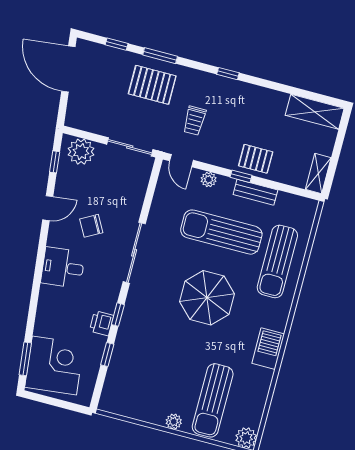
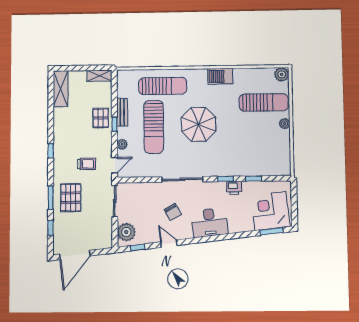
desk: (63, 268) -> (210, 223), width x1.37

